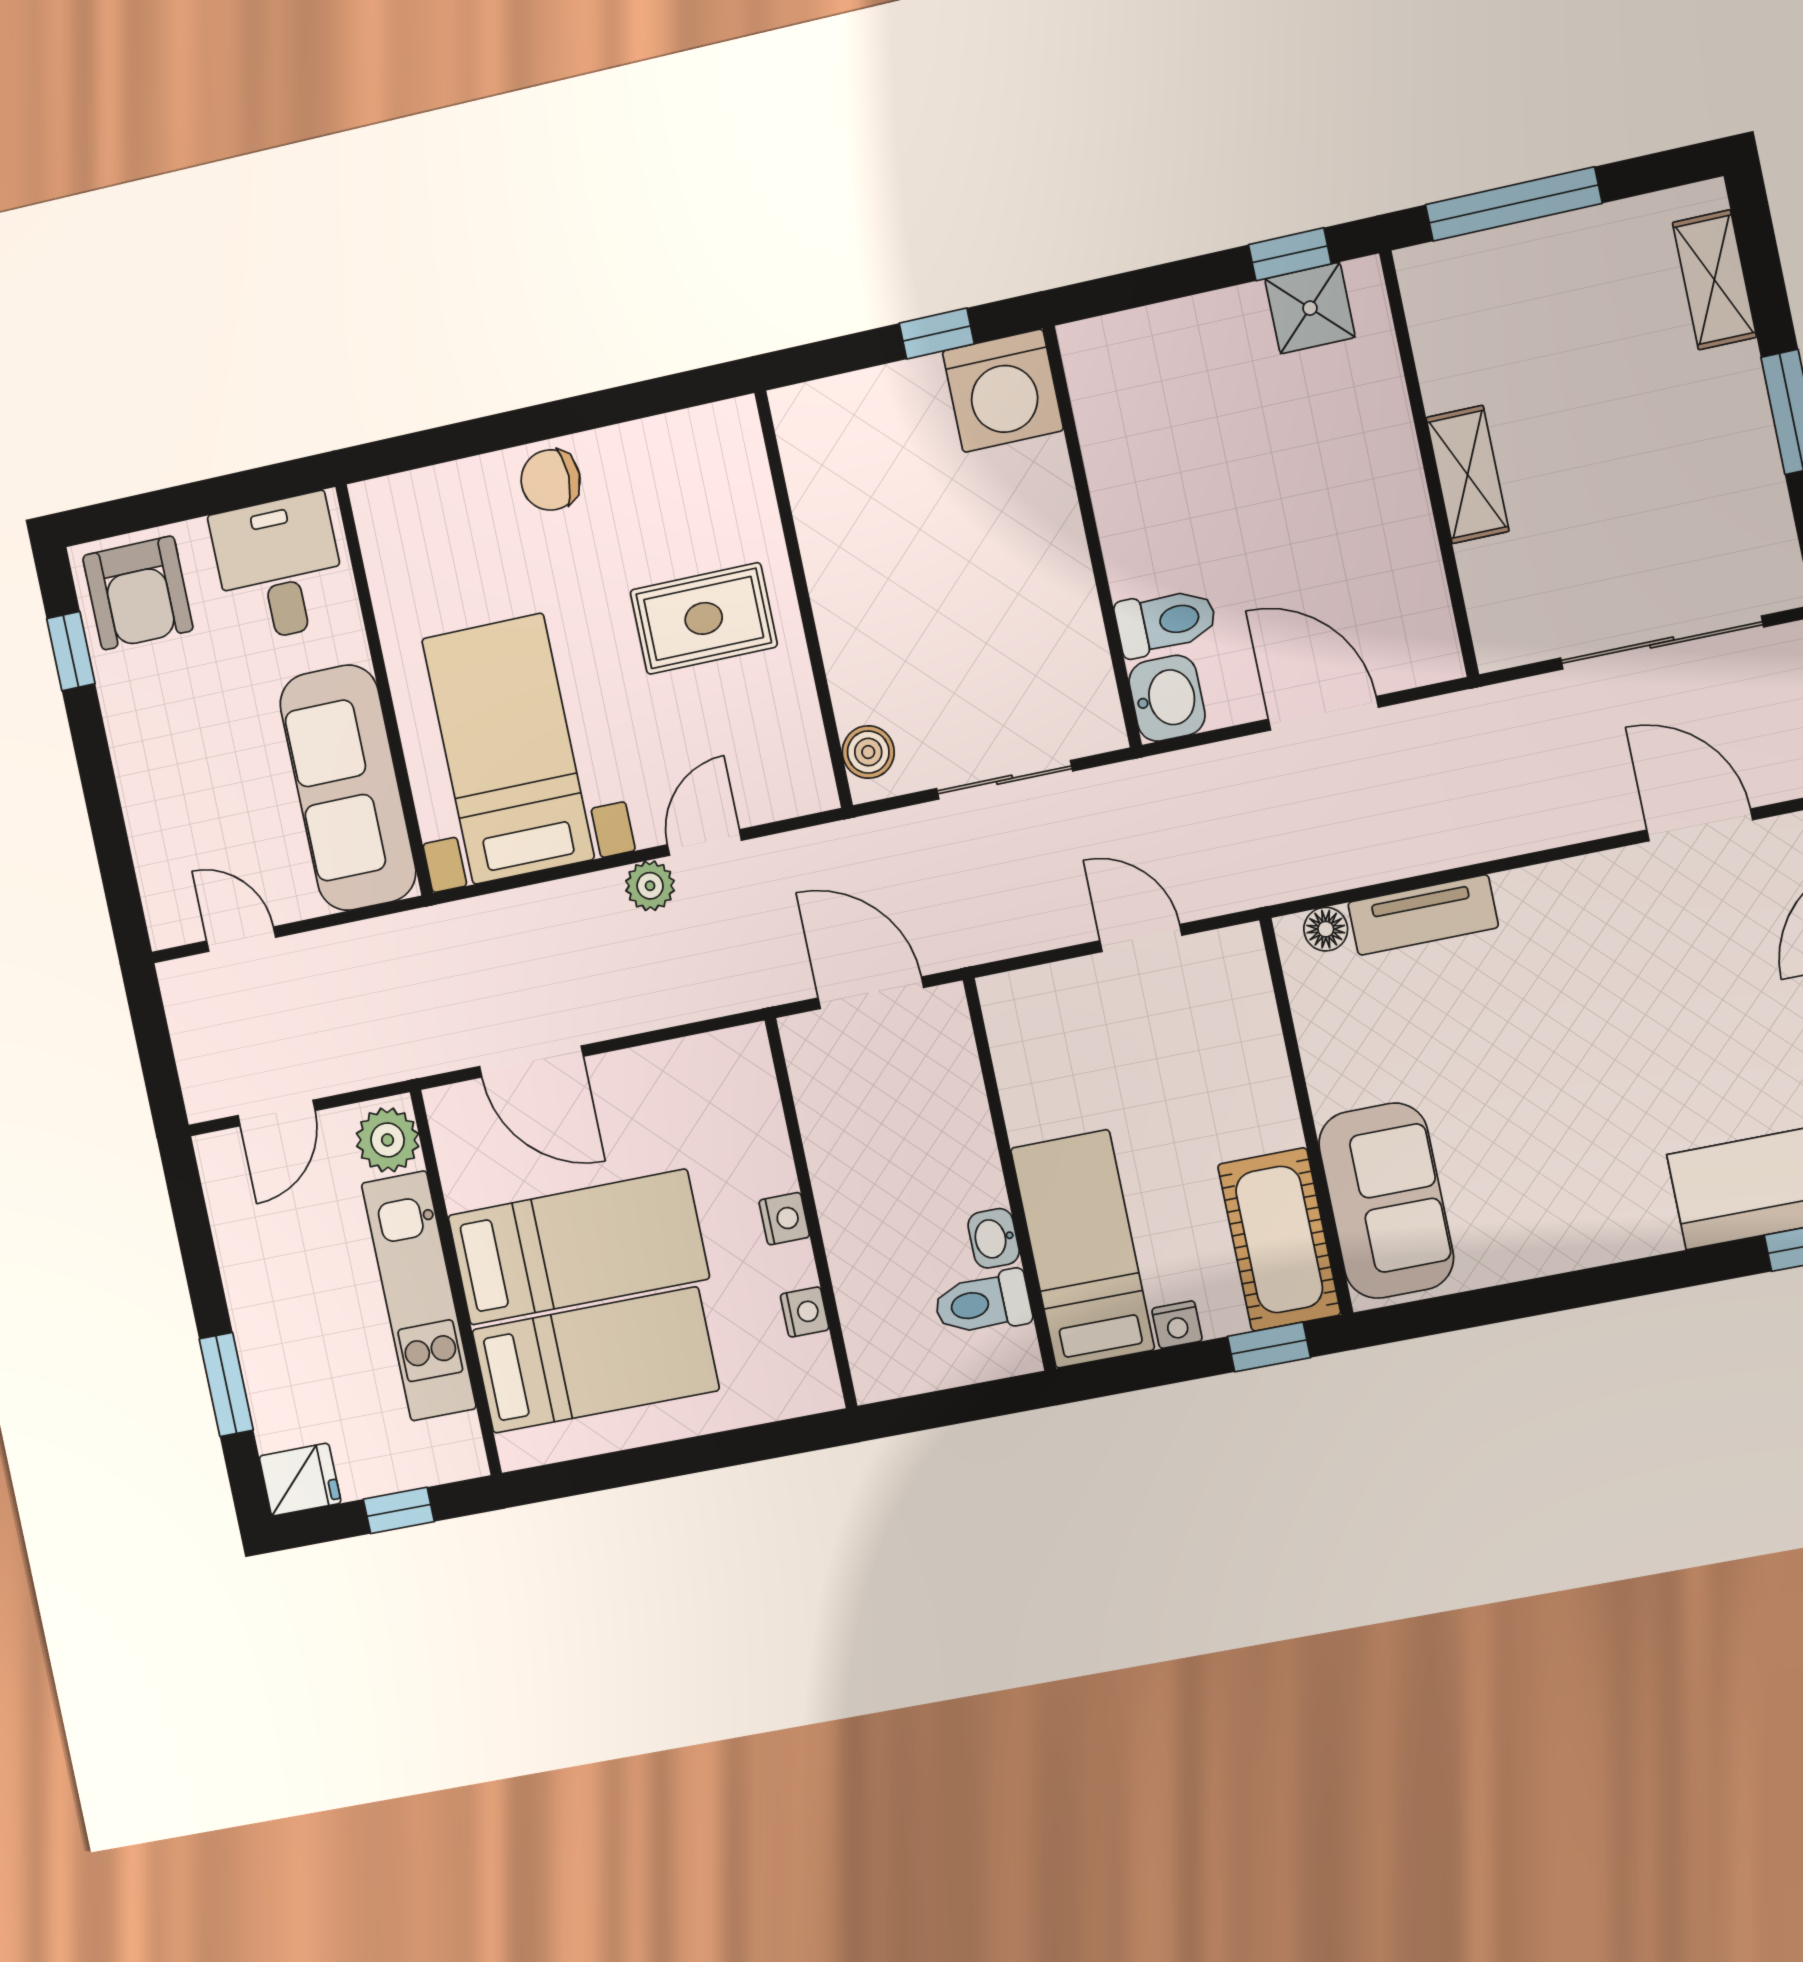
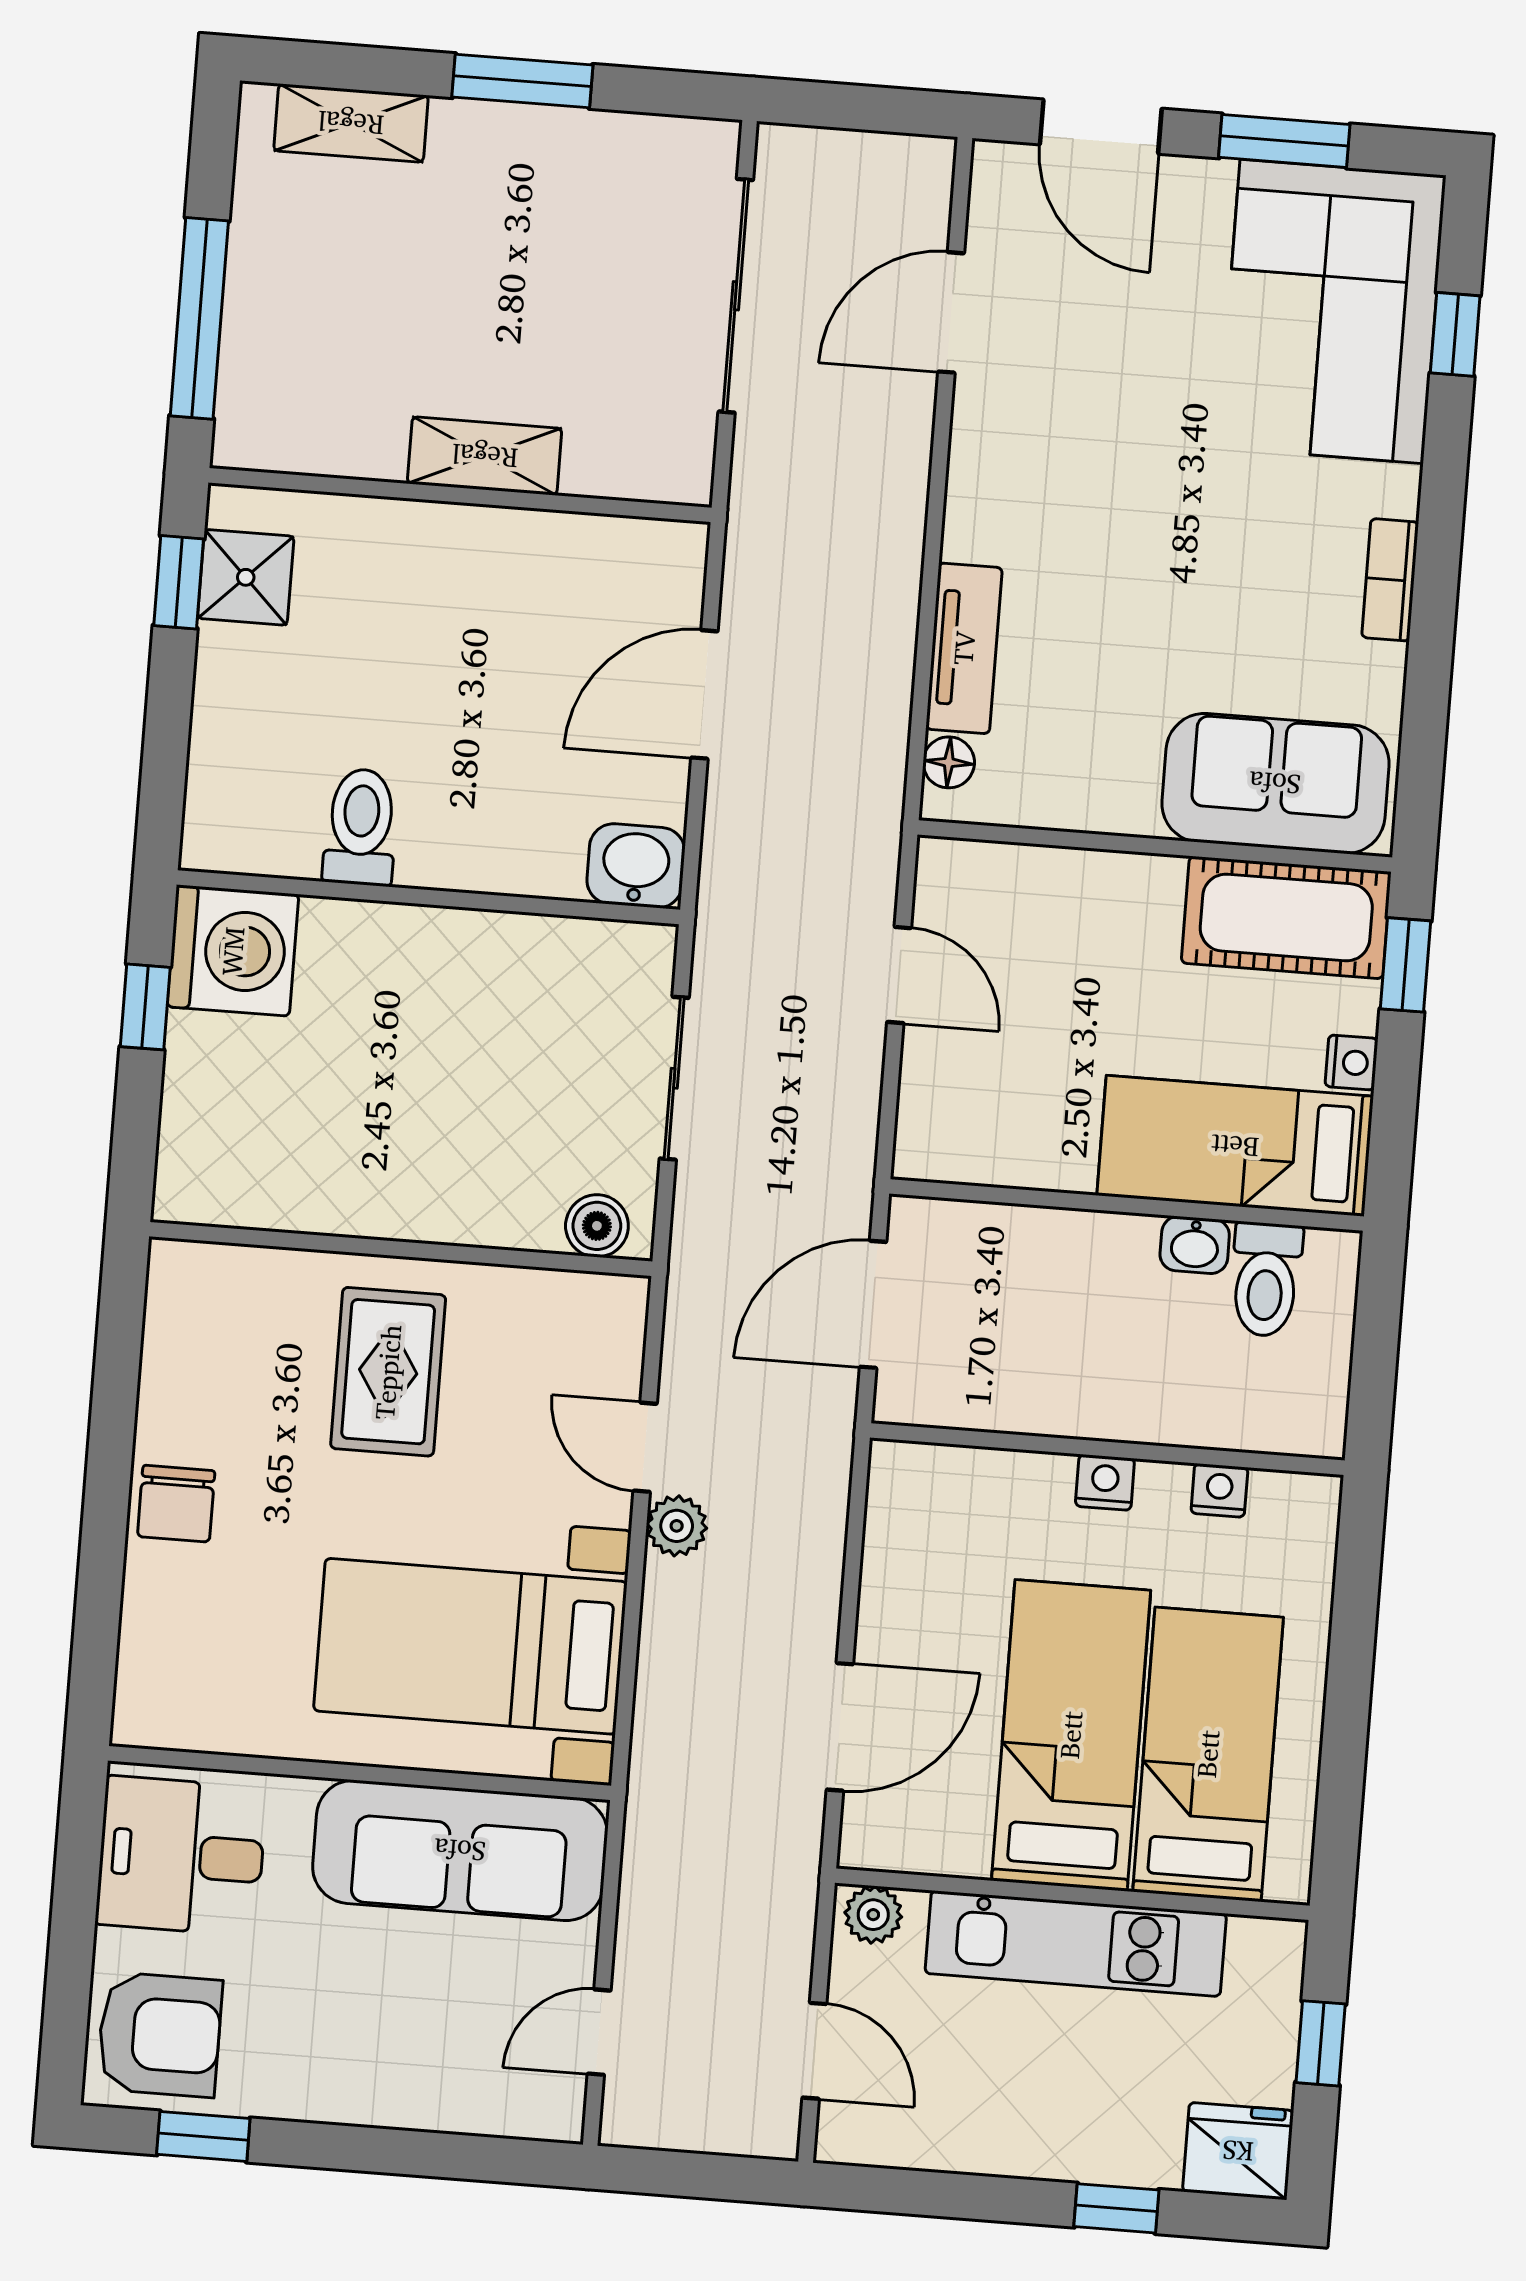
toilet: (1166, 622) -> (361, 827), moved
door: (1141, 938) -> (899, 975), swing flipped
plant: (388, 1140) -> (873, 1915), width x0.73, depth x0.73
bookcase: (1582, 1249) -> (1390, 580), added
window: (226, 1384) -> (1116, 2208), width x0.67
fridge: (300, 1480) -> (1238, 2151), width x1.38

